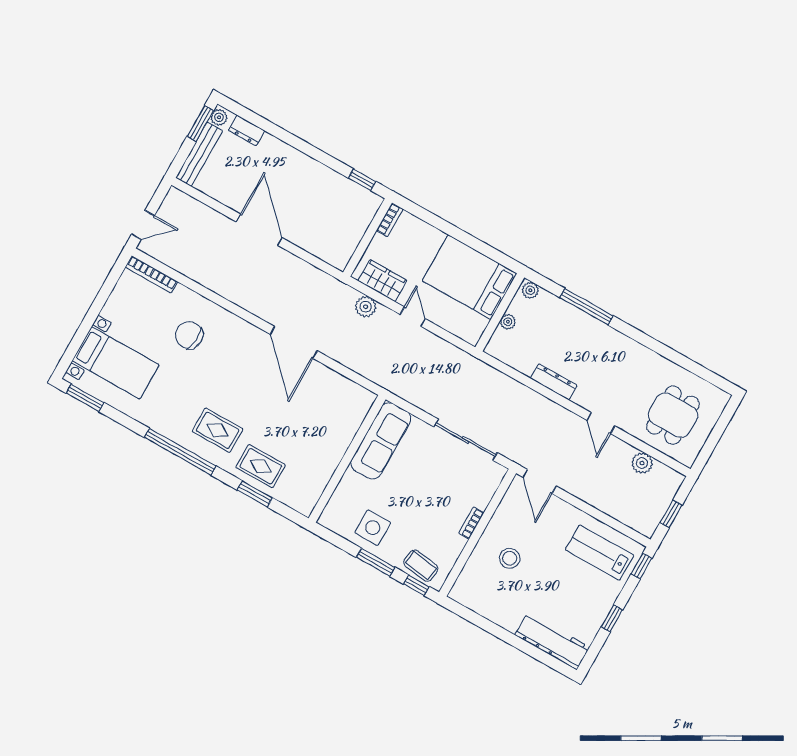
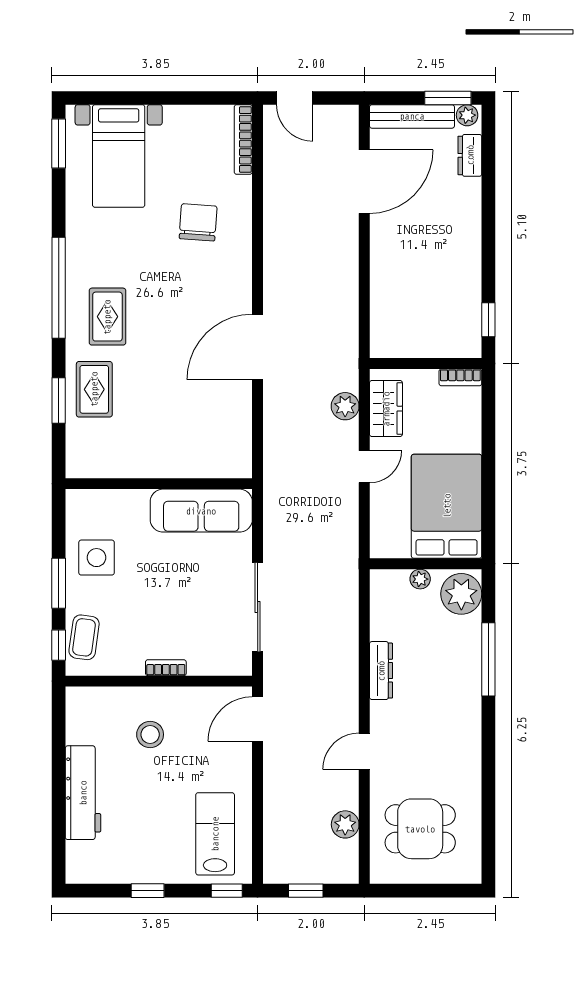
door: (259, 230) -> (364, 182), moved
plant: (530, 290) -> (461, 594), width x1.88, depth x1.88
workbench: (552, 641) -> (83, 793), moved

